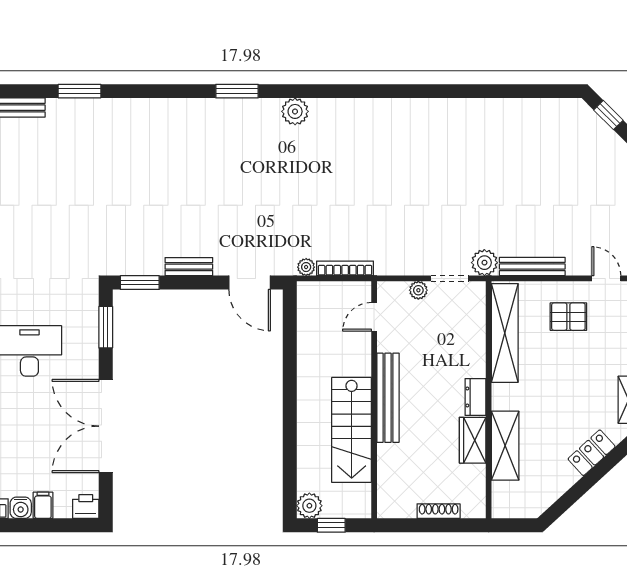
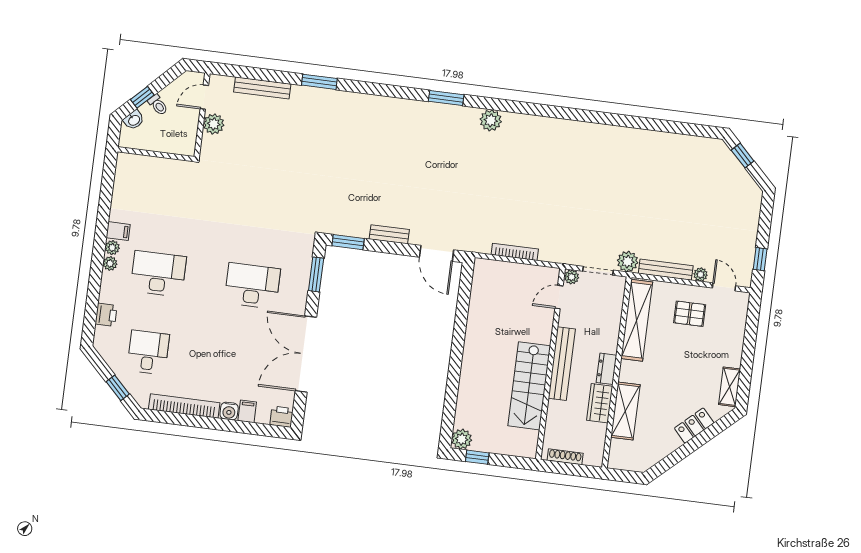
plant: (306, 267) -> (701, 274), moved
door: (374, 317) -> (559, 297), moved
bench: (388, 398) -> (562, 364), moved
wall: (374, 400) -> (550, 364), moved
stairs: (352, 430) -> (529, 386), moved

